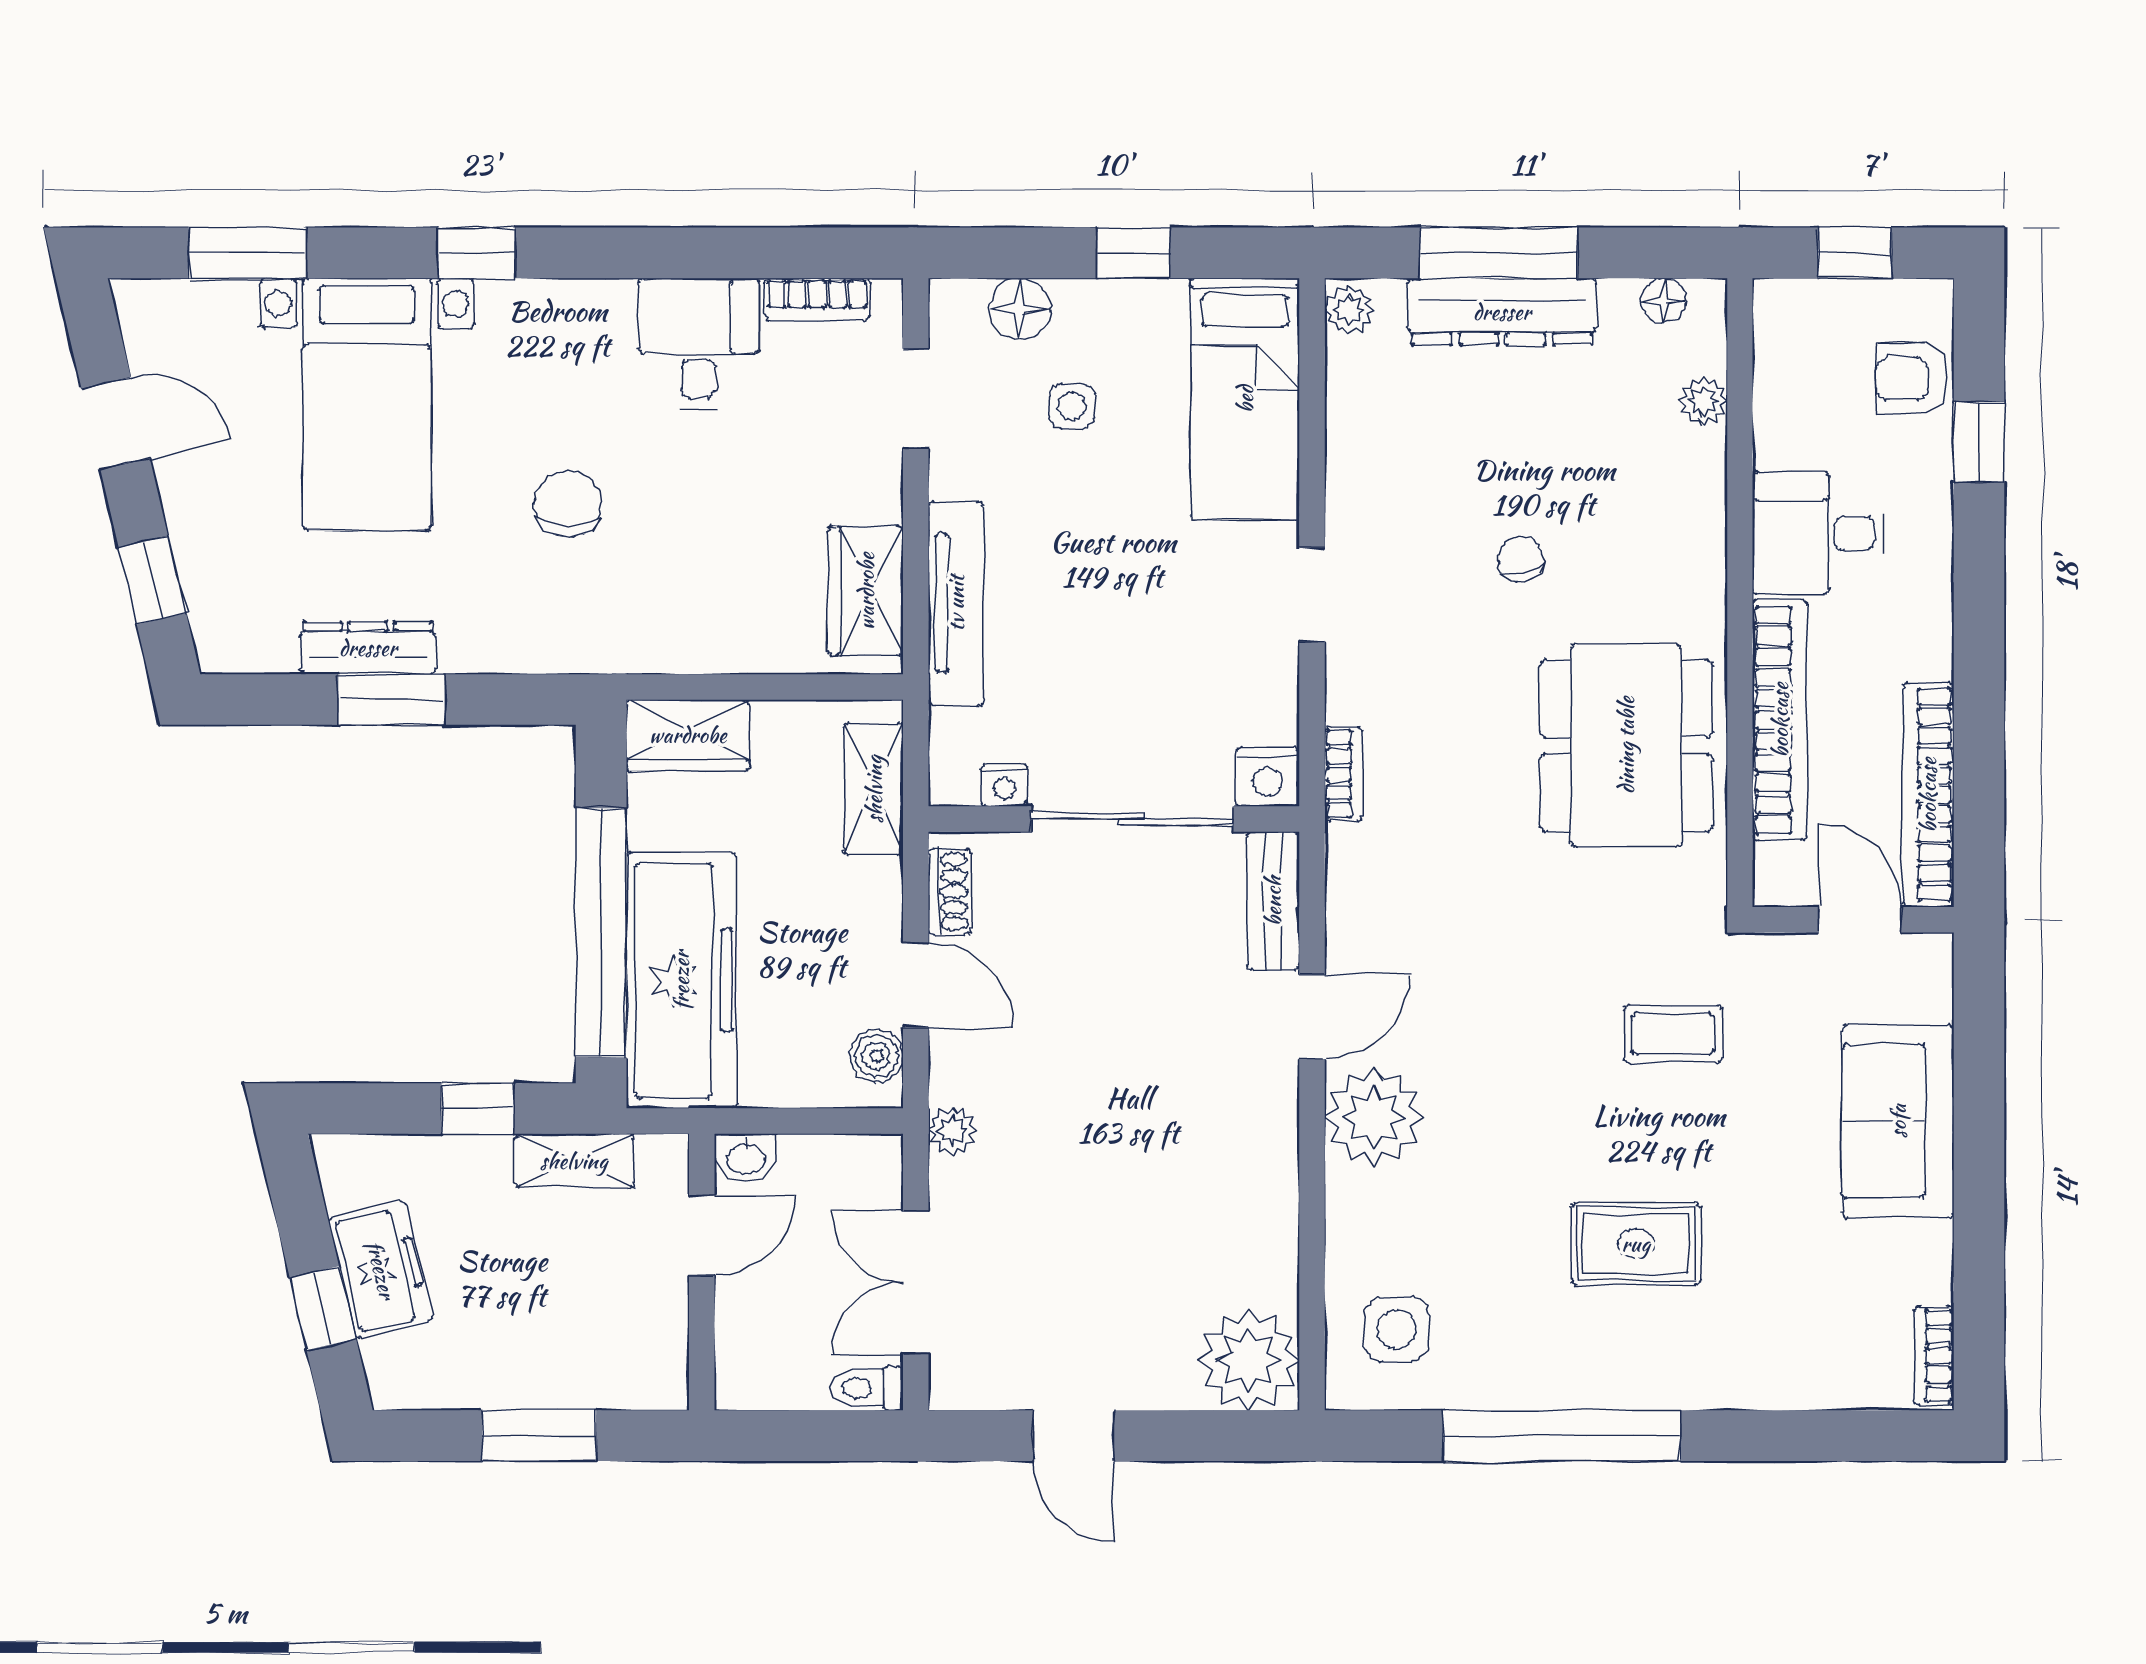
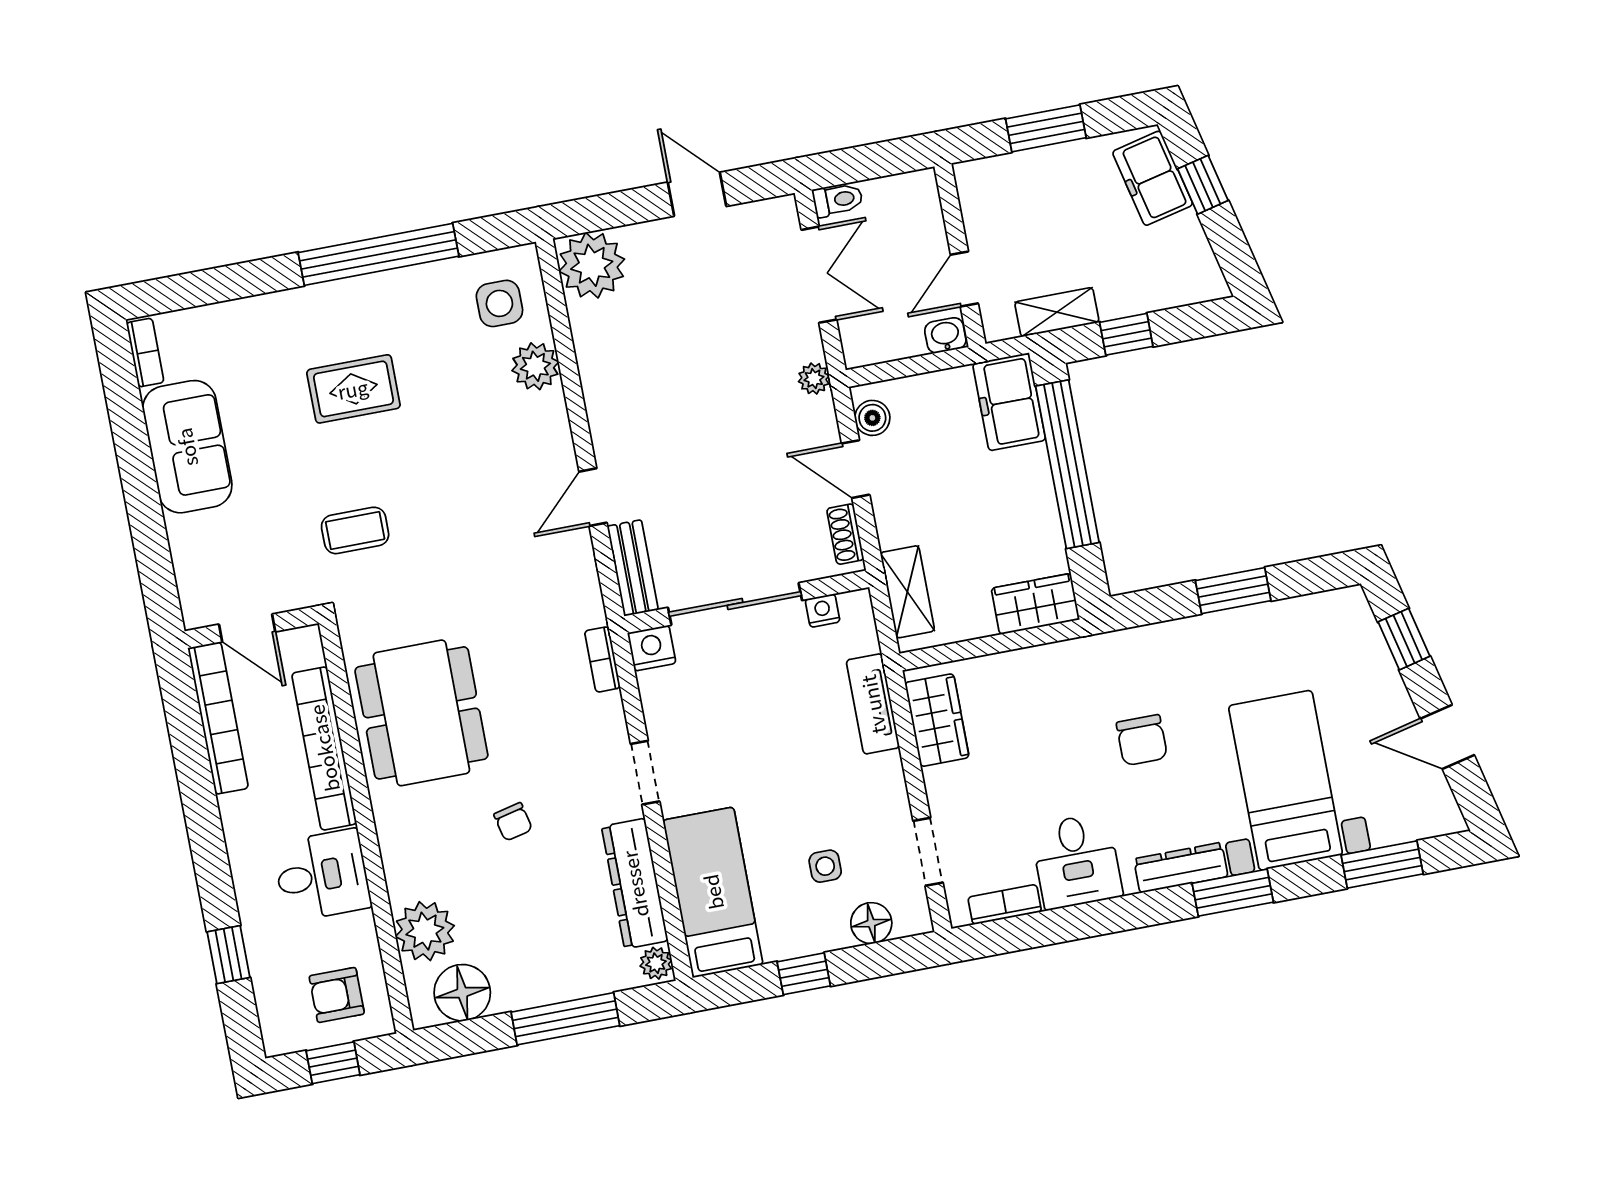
window: (476, 253) -> (1233, 893), width x1.50
floor lamp: (1664, 300) -> (462, 993), width x1.89, depth x1.89
dresser: (1502, 312) -> (635, 884), moved, turned -90
armchair: (1912, 379) -> (337, 995), moved, turned 180
plant: (1703, 401) -> (425, 931), width x1.87, depth x1.87
tv unit: (956, 603) -> (873, 704), width x0.71
dresser: (368, 648) -> (1181, 868), moved, turned 180
freezer: (681, 980) -> (1009, 402), width x0.52, depth x0.79
plant: (1374, 1117) -> (535, 366), moved, width x0.73, depth x0.73
sofa: (1898, 1121) -> (187, 447), moved
freezer: (381, 1270) -> (1153, 178), moved

